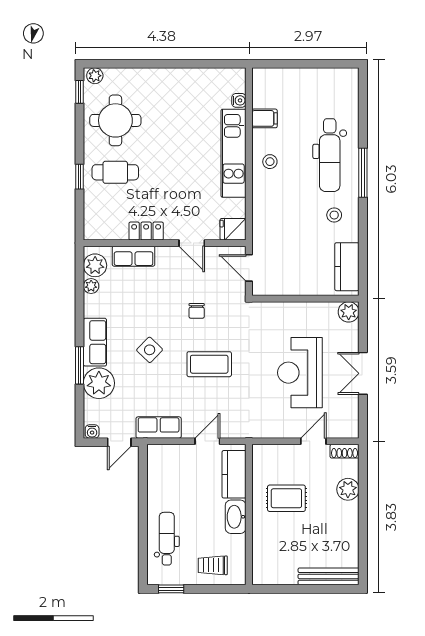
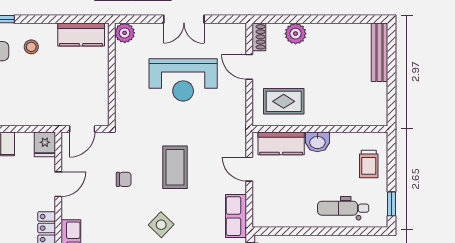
rug: (286, 498) -> (284, 101), moved, turned 90
washbasin: (236, 517) -> (317, 142), width x0.72

